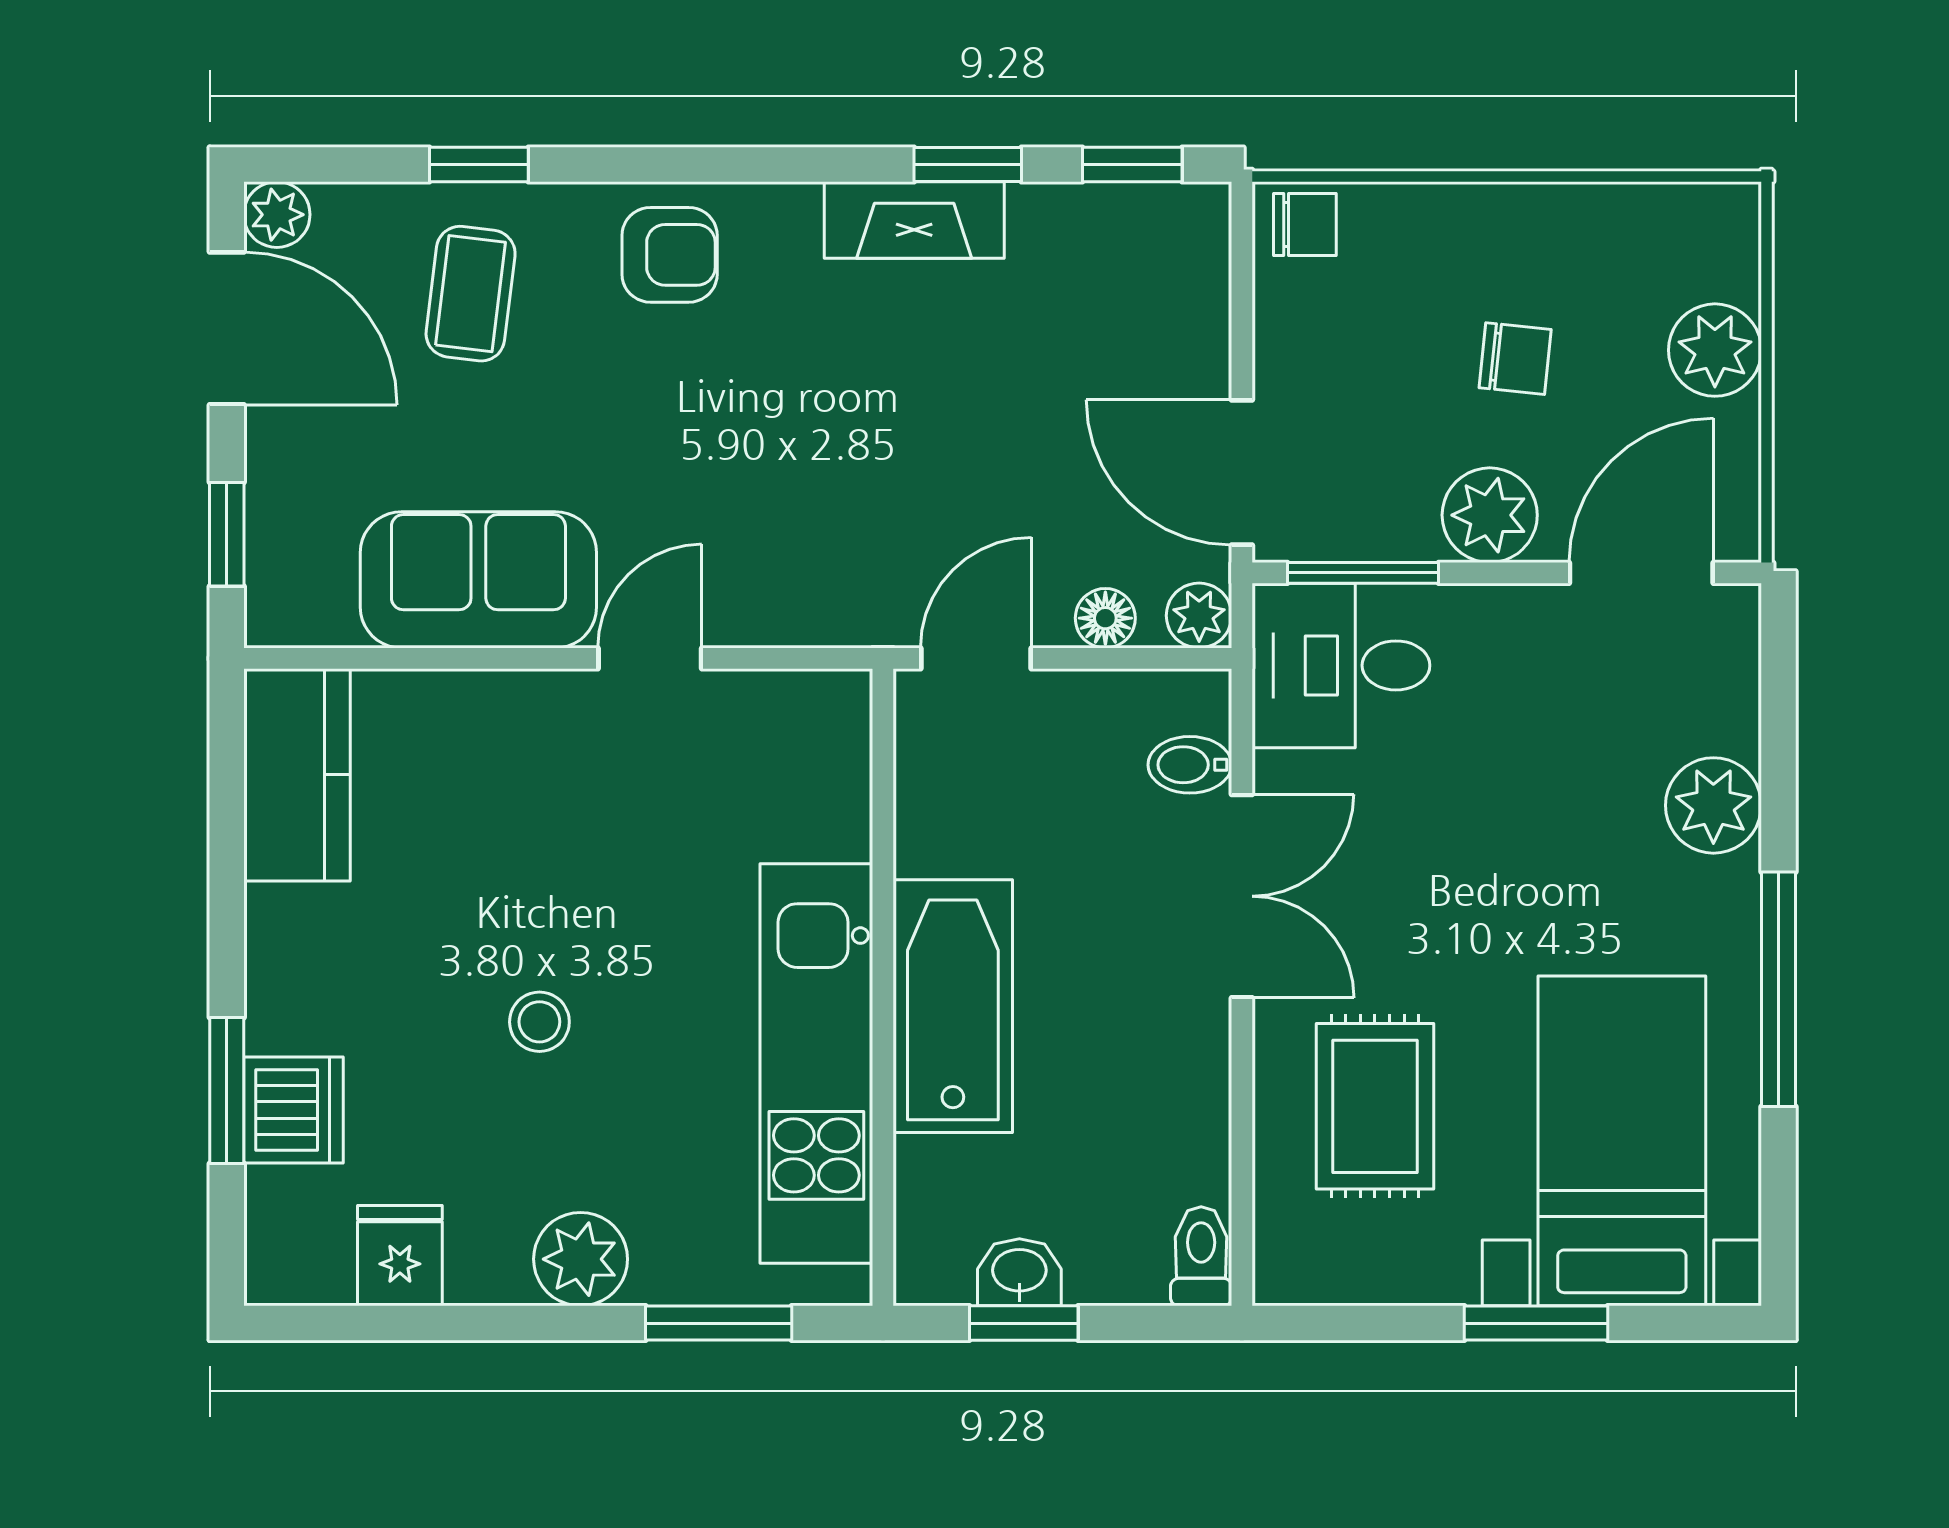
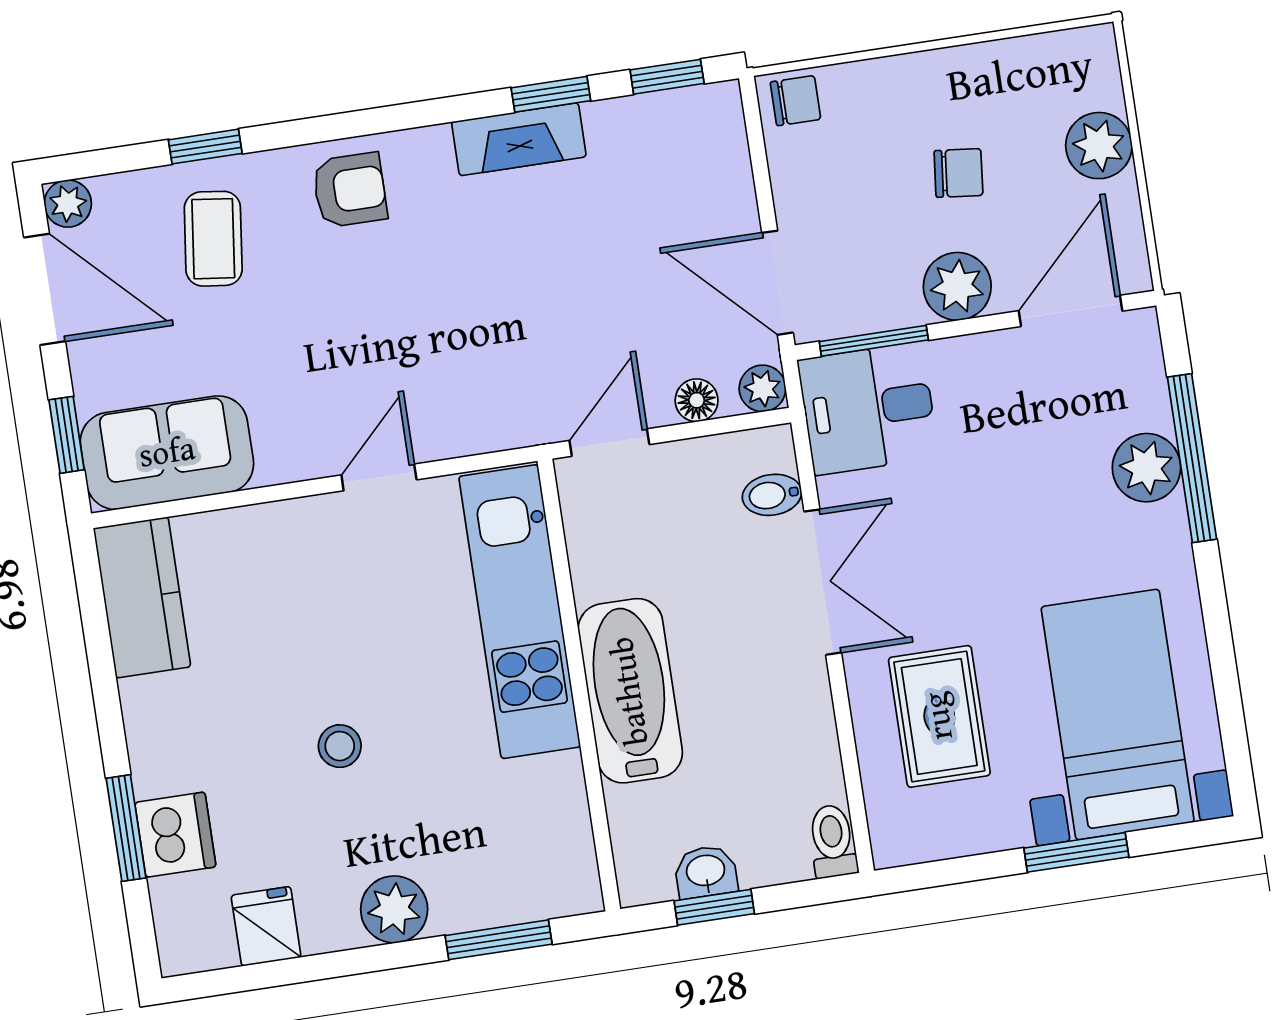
sofa: (478, 580) -> (167, 453), moved
window: (1778, 989) -> (1192, 458), moved
kitchen unit: (816, 1063) -> (520, 612), moved

